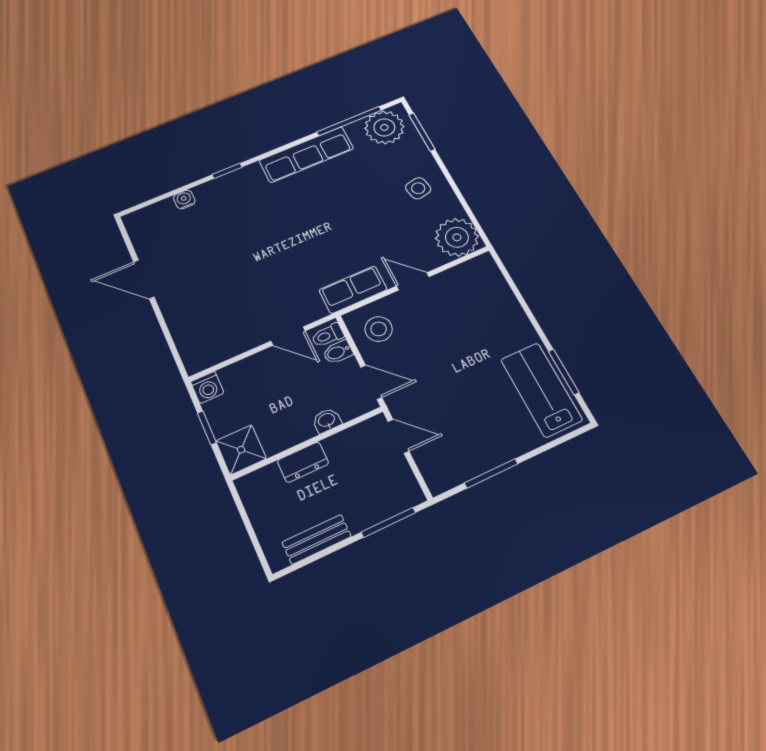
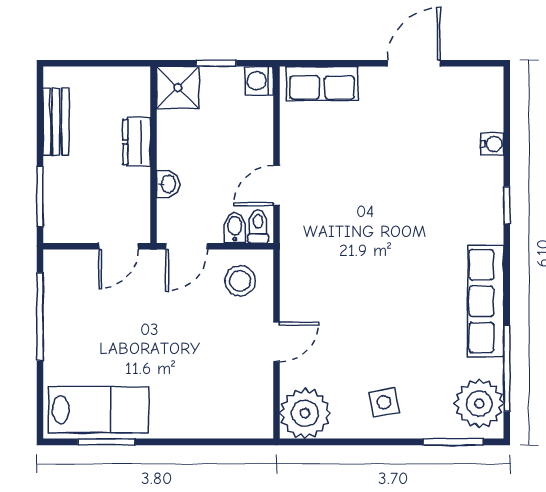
row of seats: (353, 290) -> (322, 83), moved, turned 90
window: (491, 473) -> (40, 317), width x1.44

